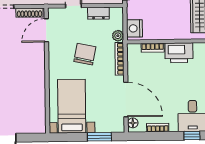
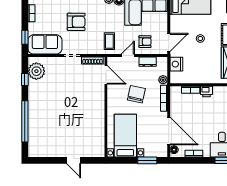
nightstand: (134, 28) -> (176, 64), moved
door: (46, 30) -> (106, 75), swing flipped
printer: (179, 53) -> (207, 91), width x0.53, depth x0.68

